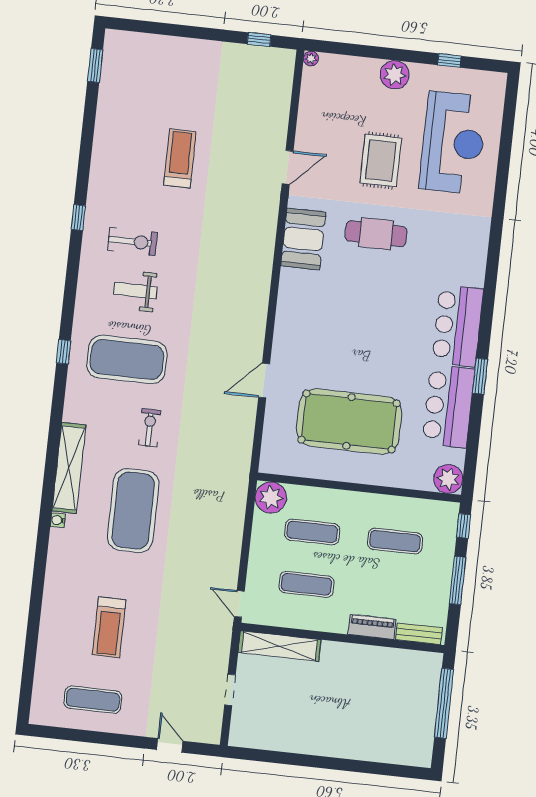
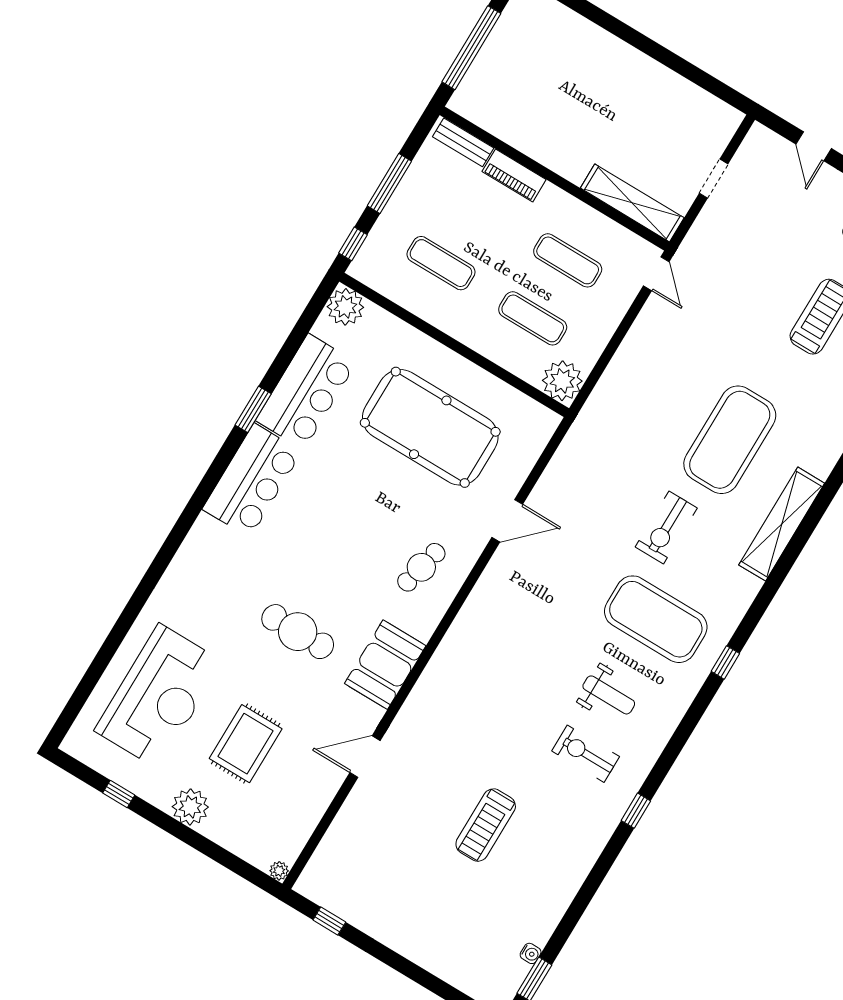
reception desk: (453, 143) -> (159, 696), turned 180
rug: (381, 161) -> (246, 744), moved
cafe table: (310, 320) -> (421, 567), added
exercise bike: (149, 428) -> (666, 528), width x1.38, depth x1.39
water cooler: (58, 520) -> (531, 953), moved

